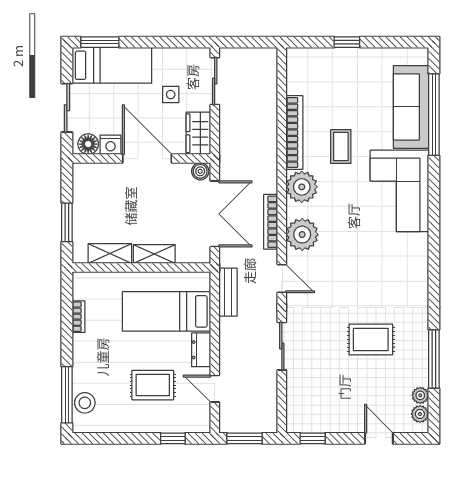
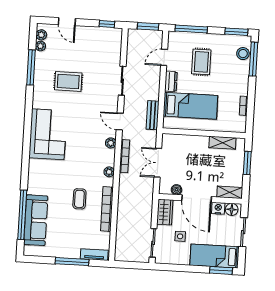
window: (347, 42) -> (72, 262), width x2.17
tv unit: (311, 56) -> (94, 255), added
boiler: (200, 171) -> (176, 190), moved
plant: (302, 187) -> (109, 172), width x0.53, depth x0.53
corner sofa: (399, 191) -> (48, 134), moved
double door: (215, 214) -> (158, 163), width x0.73
plant: (302, 235) -> (111, 143), width x0.53, depth x0.53
shelving: (154, 254) -> (230, 192), moved
rug: (153, 385) -> (201, 62), turned 90
door: (215, 389) -> (164, 57), swing flipped
window: (98, 438) -> (236, 32), added
window: (173, 438) -> (191, 29), width x2.17

